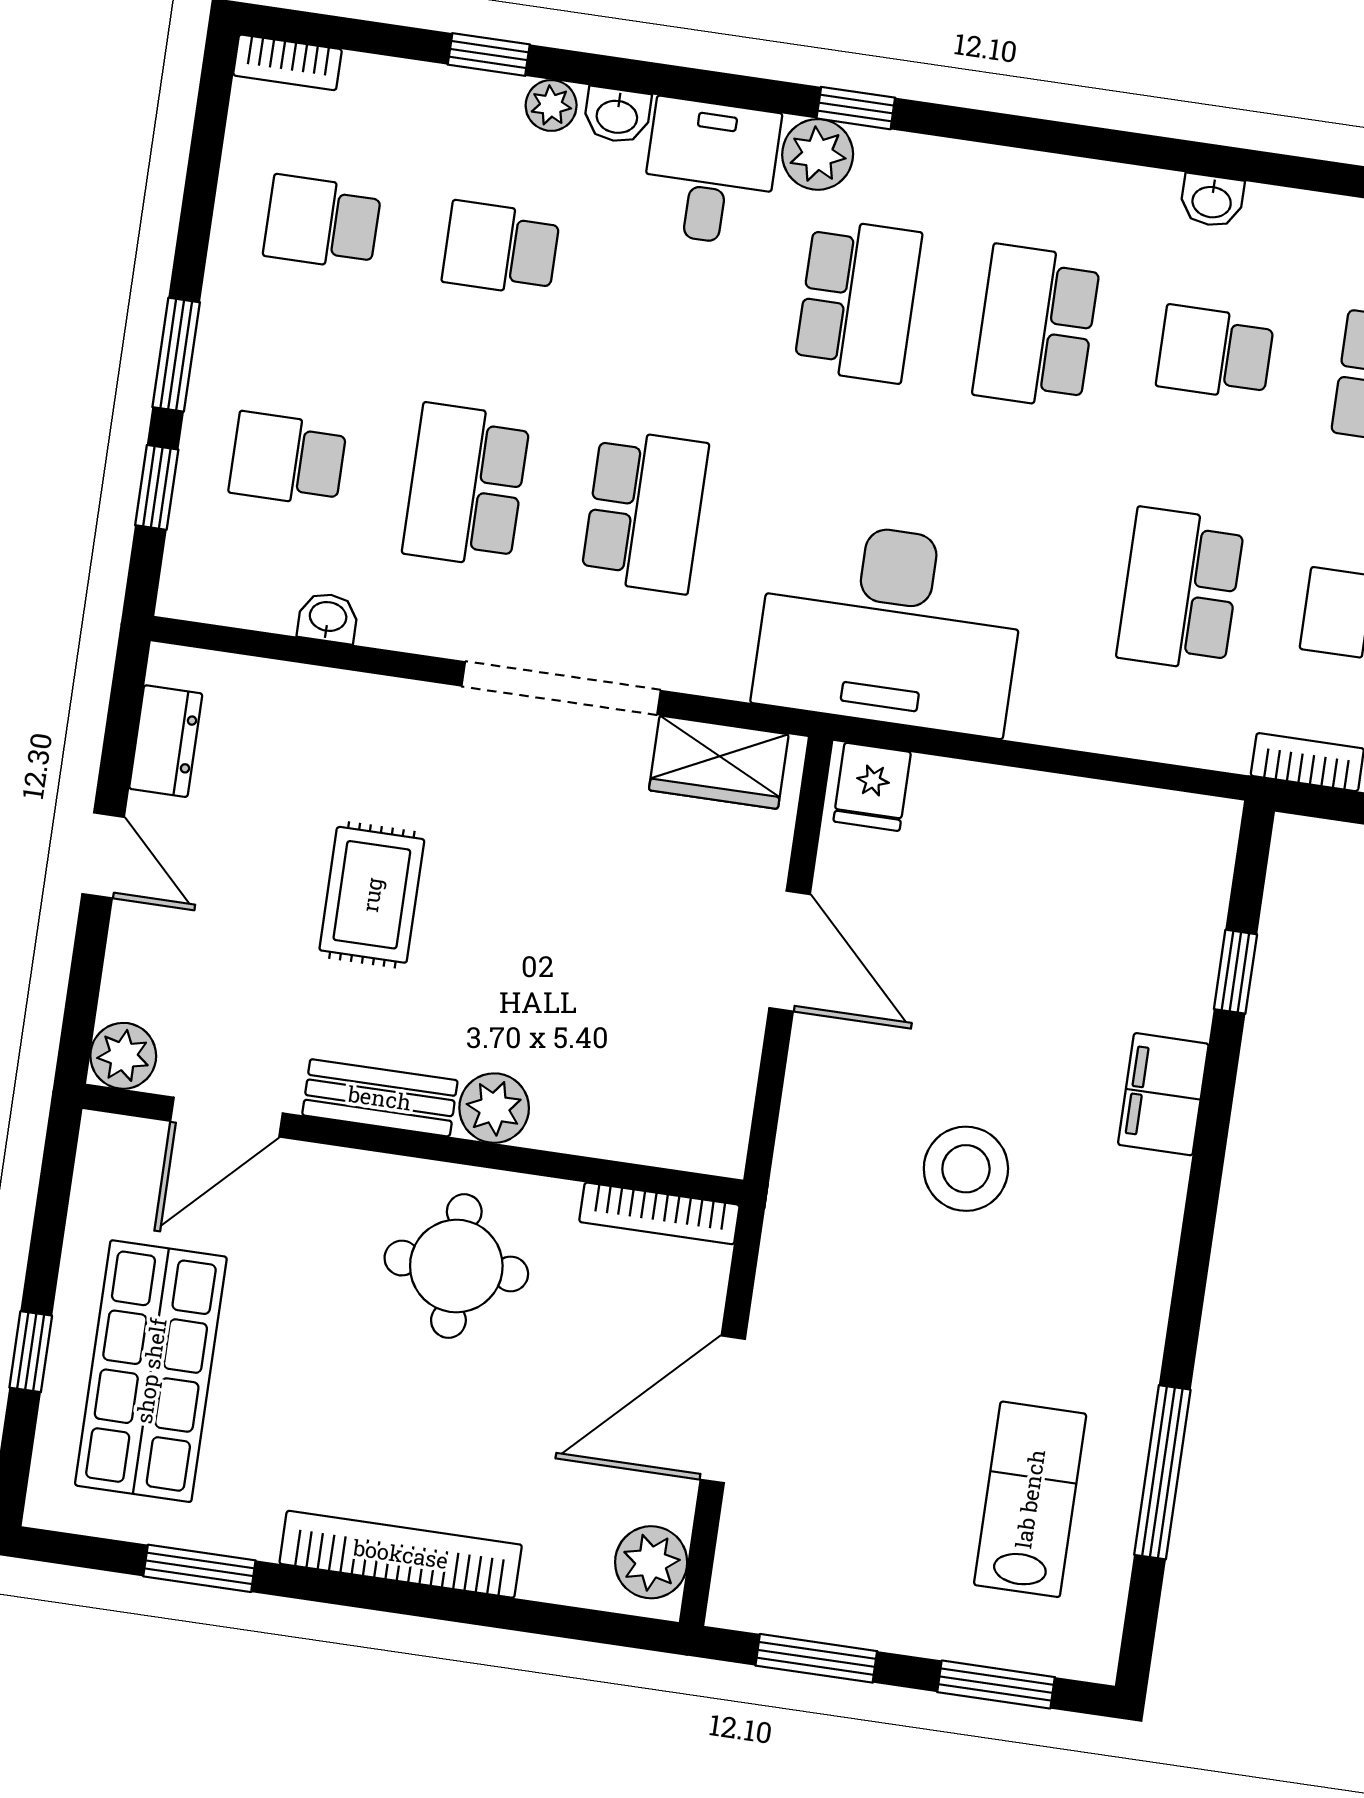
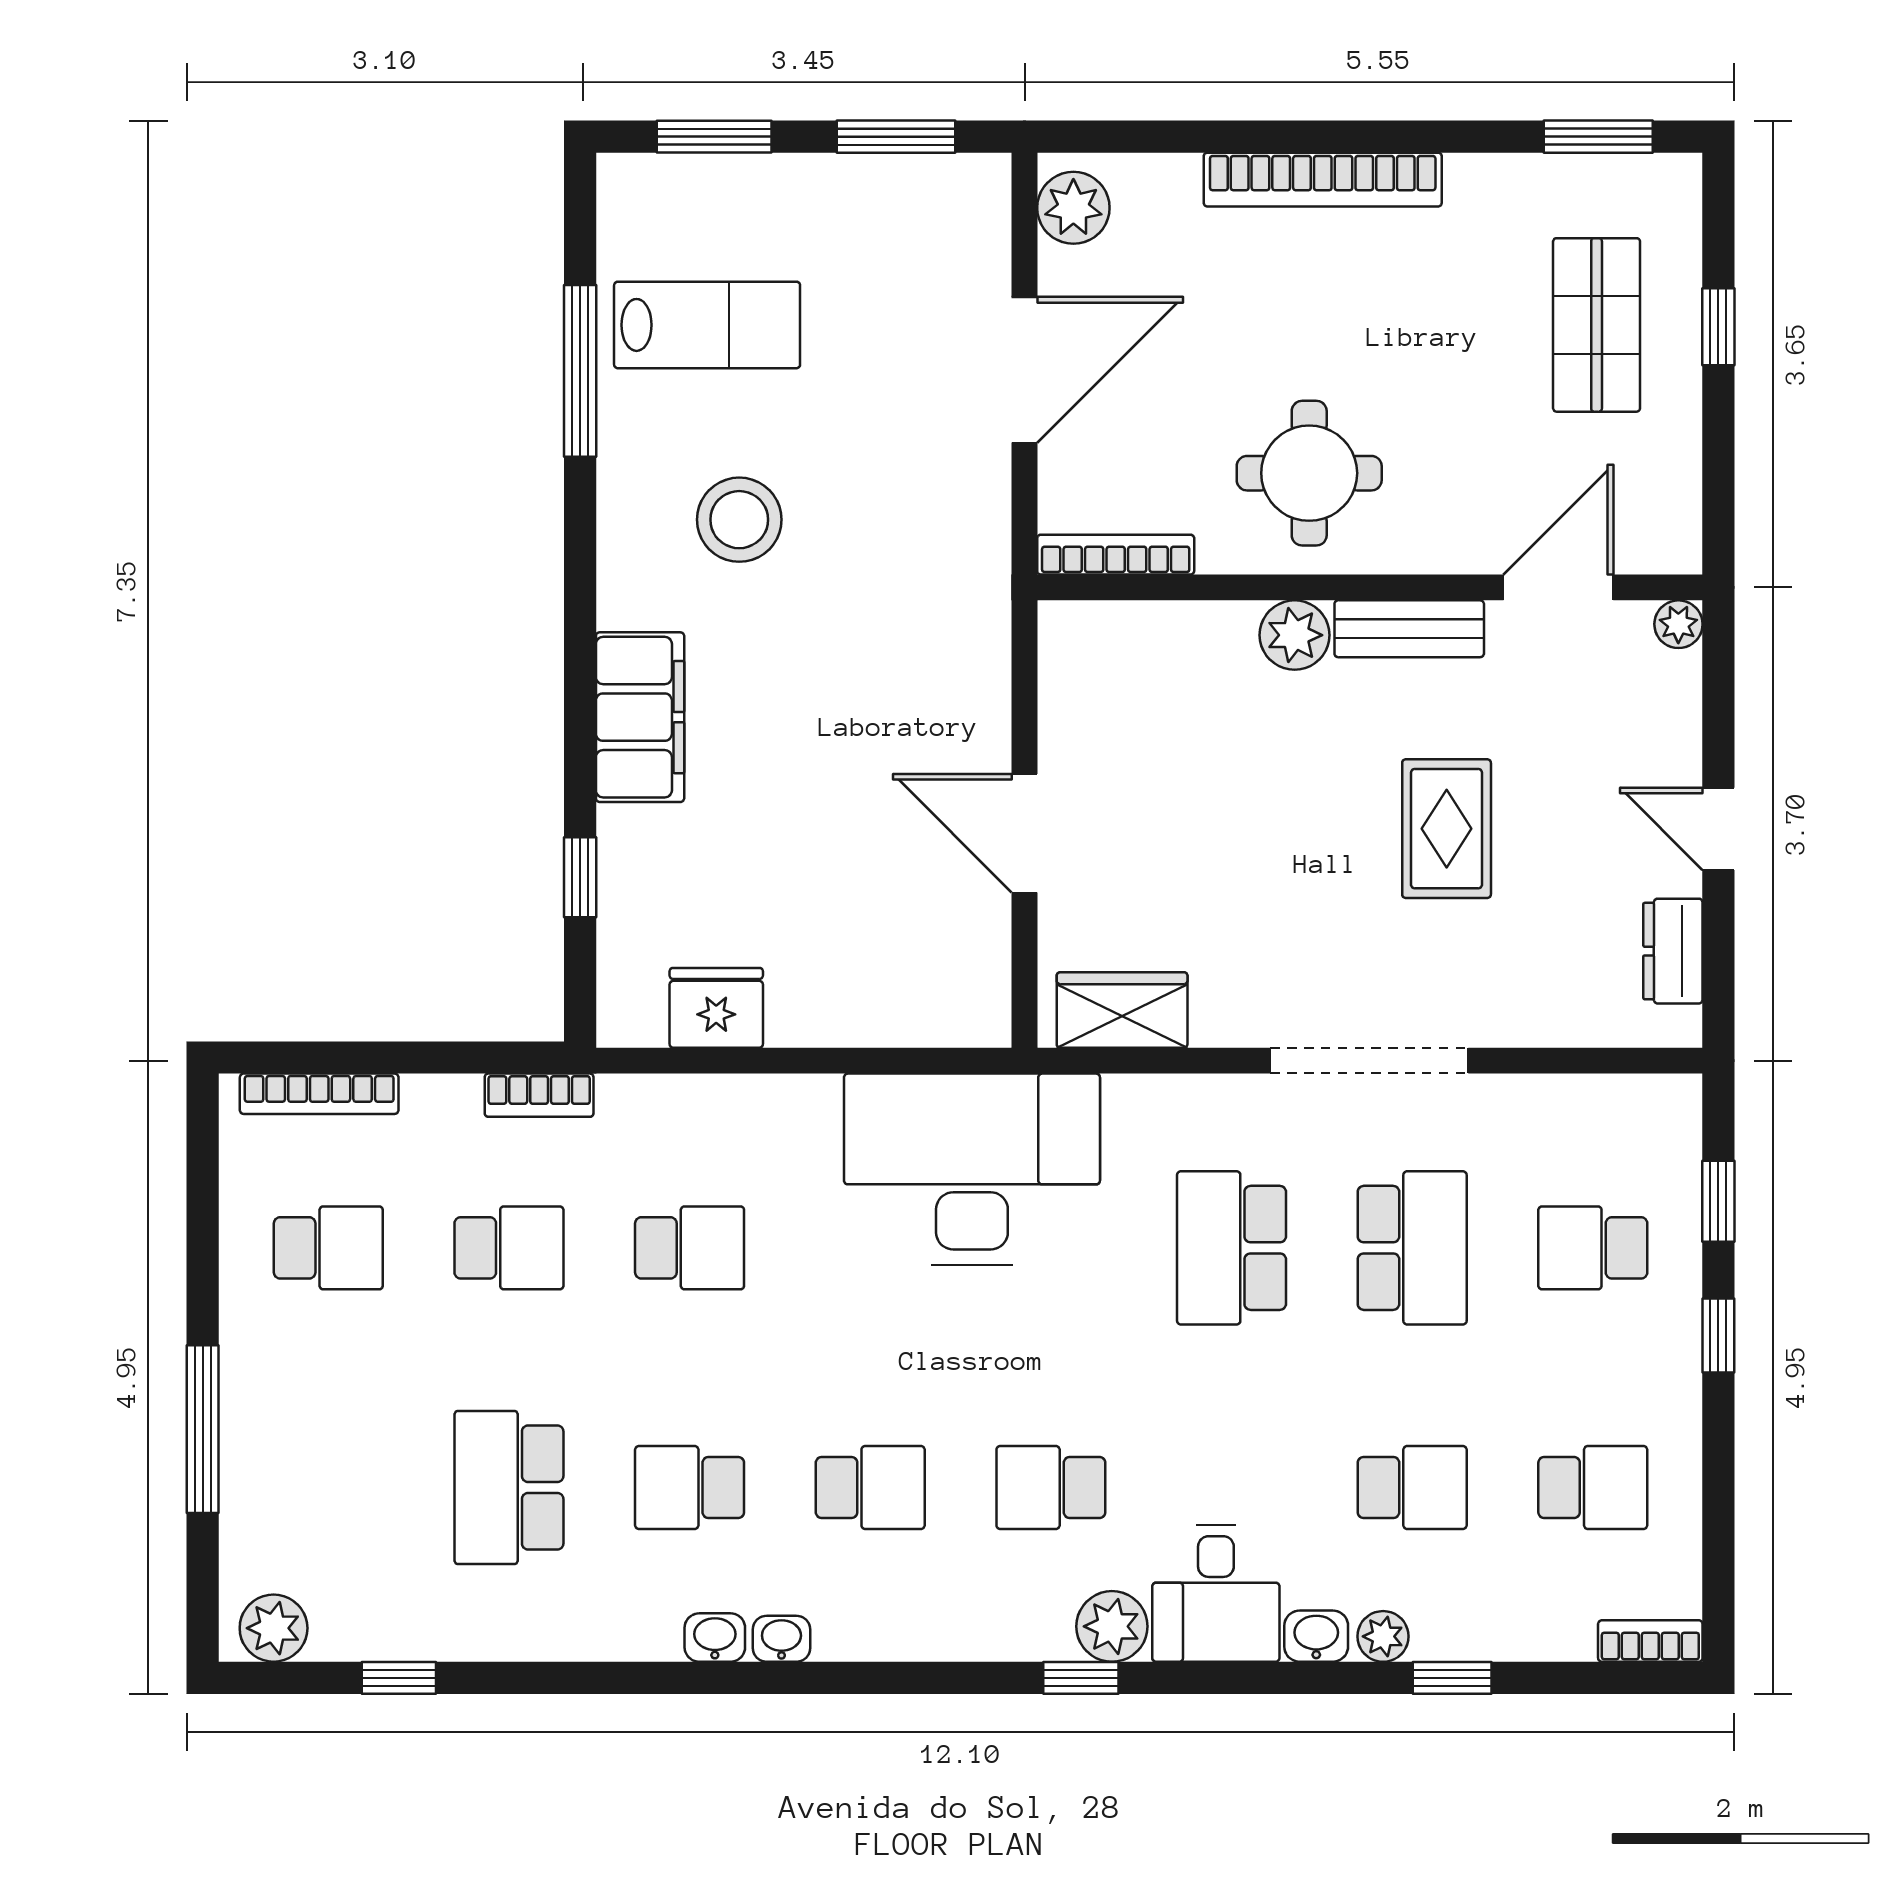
school desk: (858, 301) -> (1051, 1487), width x0.54
school desk: (1037, 327) -> (870, 1487), width x0.54
school desk: (1215, 353) -> (690, 1487), turned 180
window: (176, 355) -> (1718, 1335), width x0.67
school desk: (288, 459) -> (1593, 1248), turned 180
school desk: (1181, 590) -> (690, 1248), width x0.54
washbasin: (328, 618) -> (781, 1639), moved, turned 180
doorway: (561, 688) -> (1369, 1061), moved
fridge: (872, 787) -> (716, 1008), moved, width x1.38
plant: (123, 1056) -> (1678, 624), width x0.73, depth x0.73
filing cabinet: (1163, 1094) -> (640, 717), width x1.50, depth x1.17
stool: (966, 1169) -> (739, 520), moved
shop shelf: (151, 1371) -> (1597, 325), width x0.70, depth x0.74
lab bench: (1030, 1499) -> (707, 325), turned -90
window: (199, 1568) -> (1598, 137), moved

